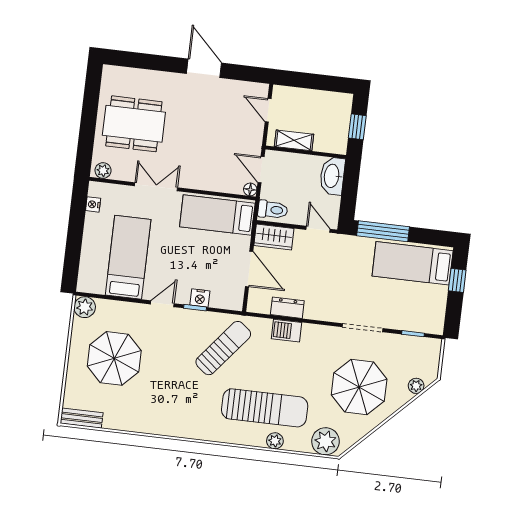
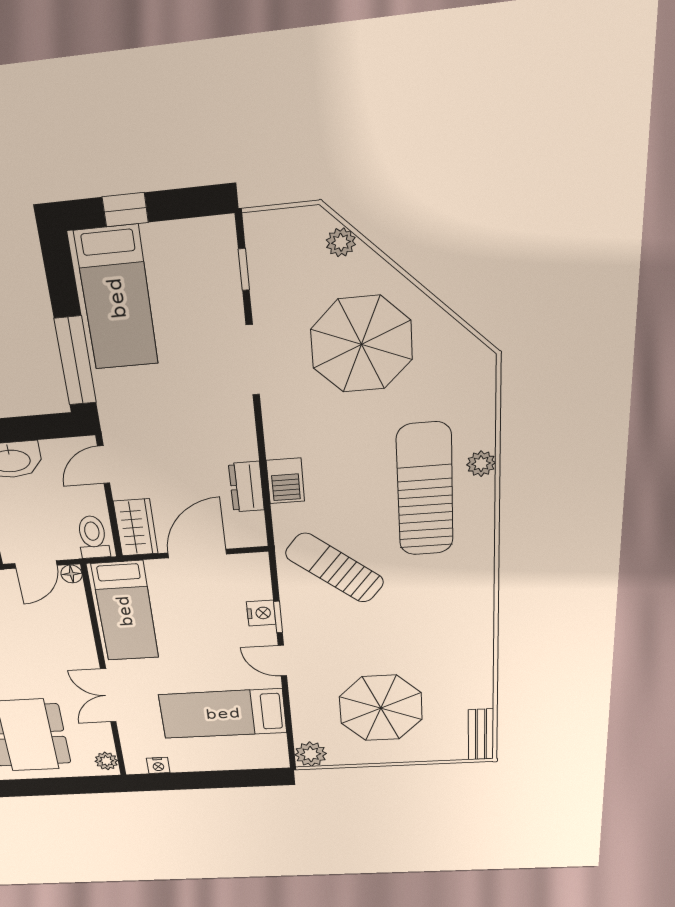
plant: (325, 441) -> (471, 382), removed

